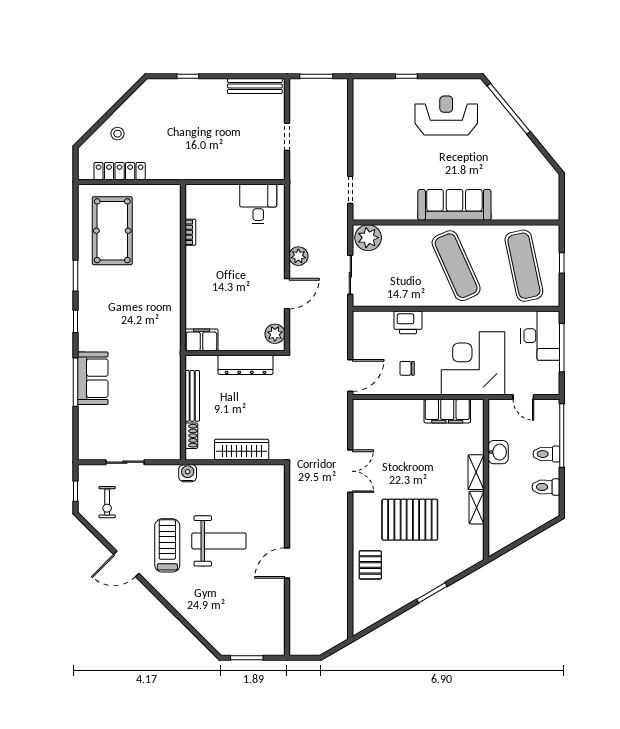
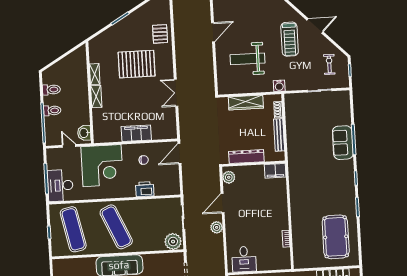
filing cabinet: (447, 411) -> (136, 133), moved
washbasin: (498, 452) -> (84, 133), moved
weight bench: (219, 541) -> (247, 59), moved

